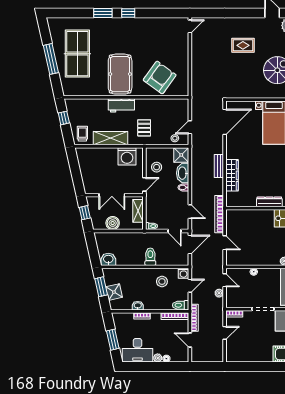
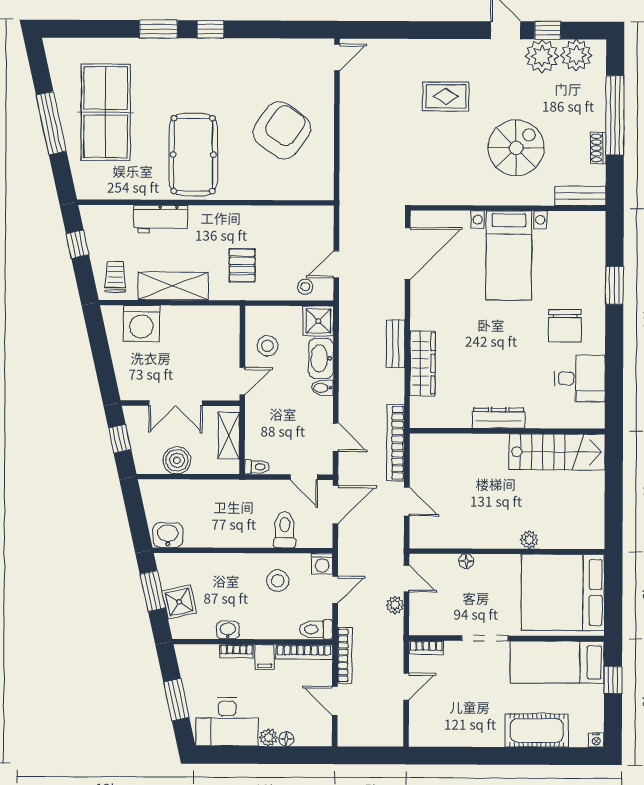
armchair: (160, 77) -> (282, 130), moved
workbench: (121, 105) -> (161, 219), moved
washing machine: (127, 156) -> (141, 323), moved
toilet: (150, 257) -> (285, 530), moved
filing cabinet: (156, 319) -> (265, 657), added

